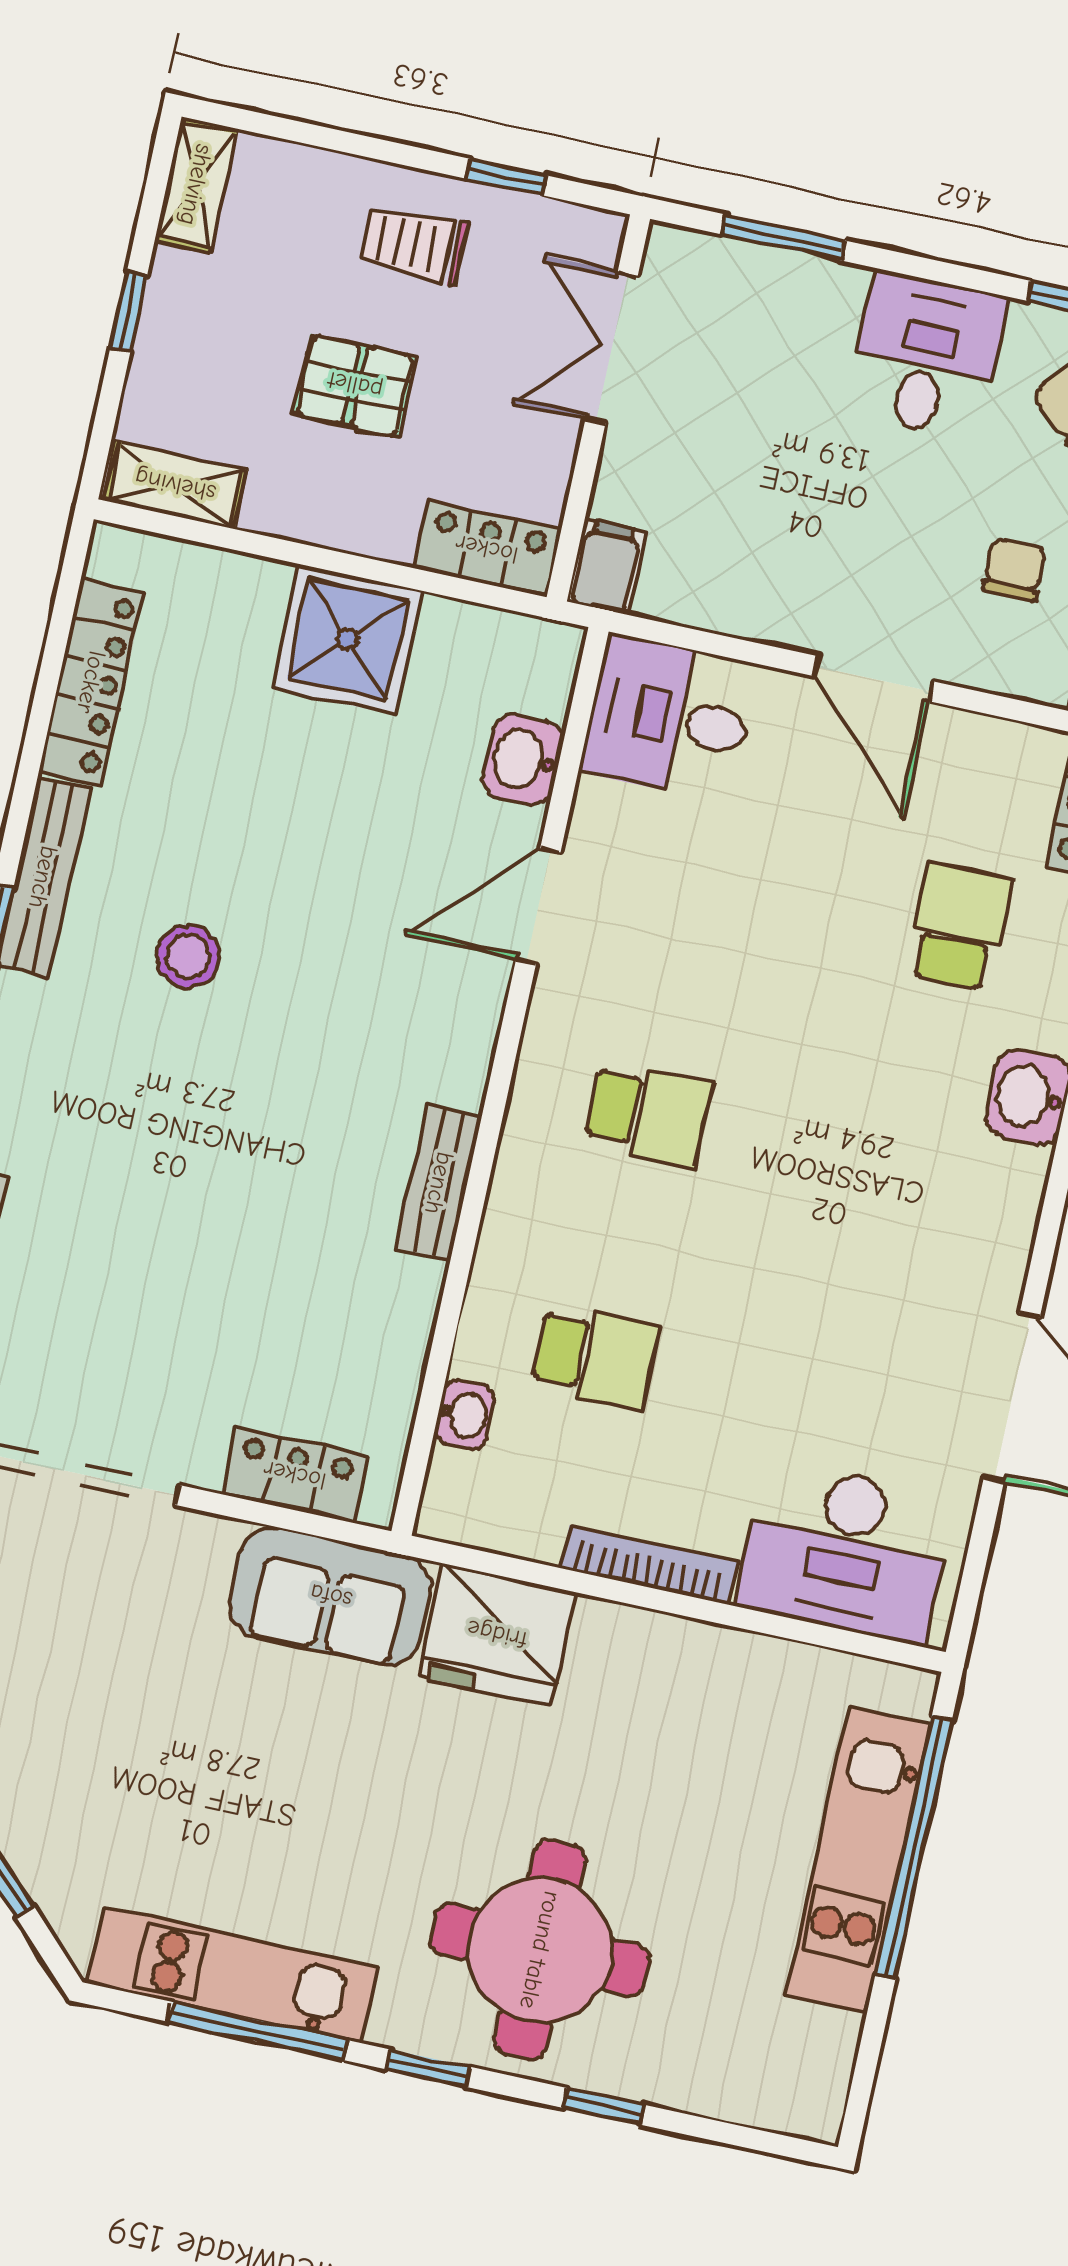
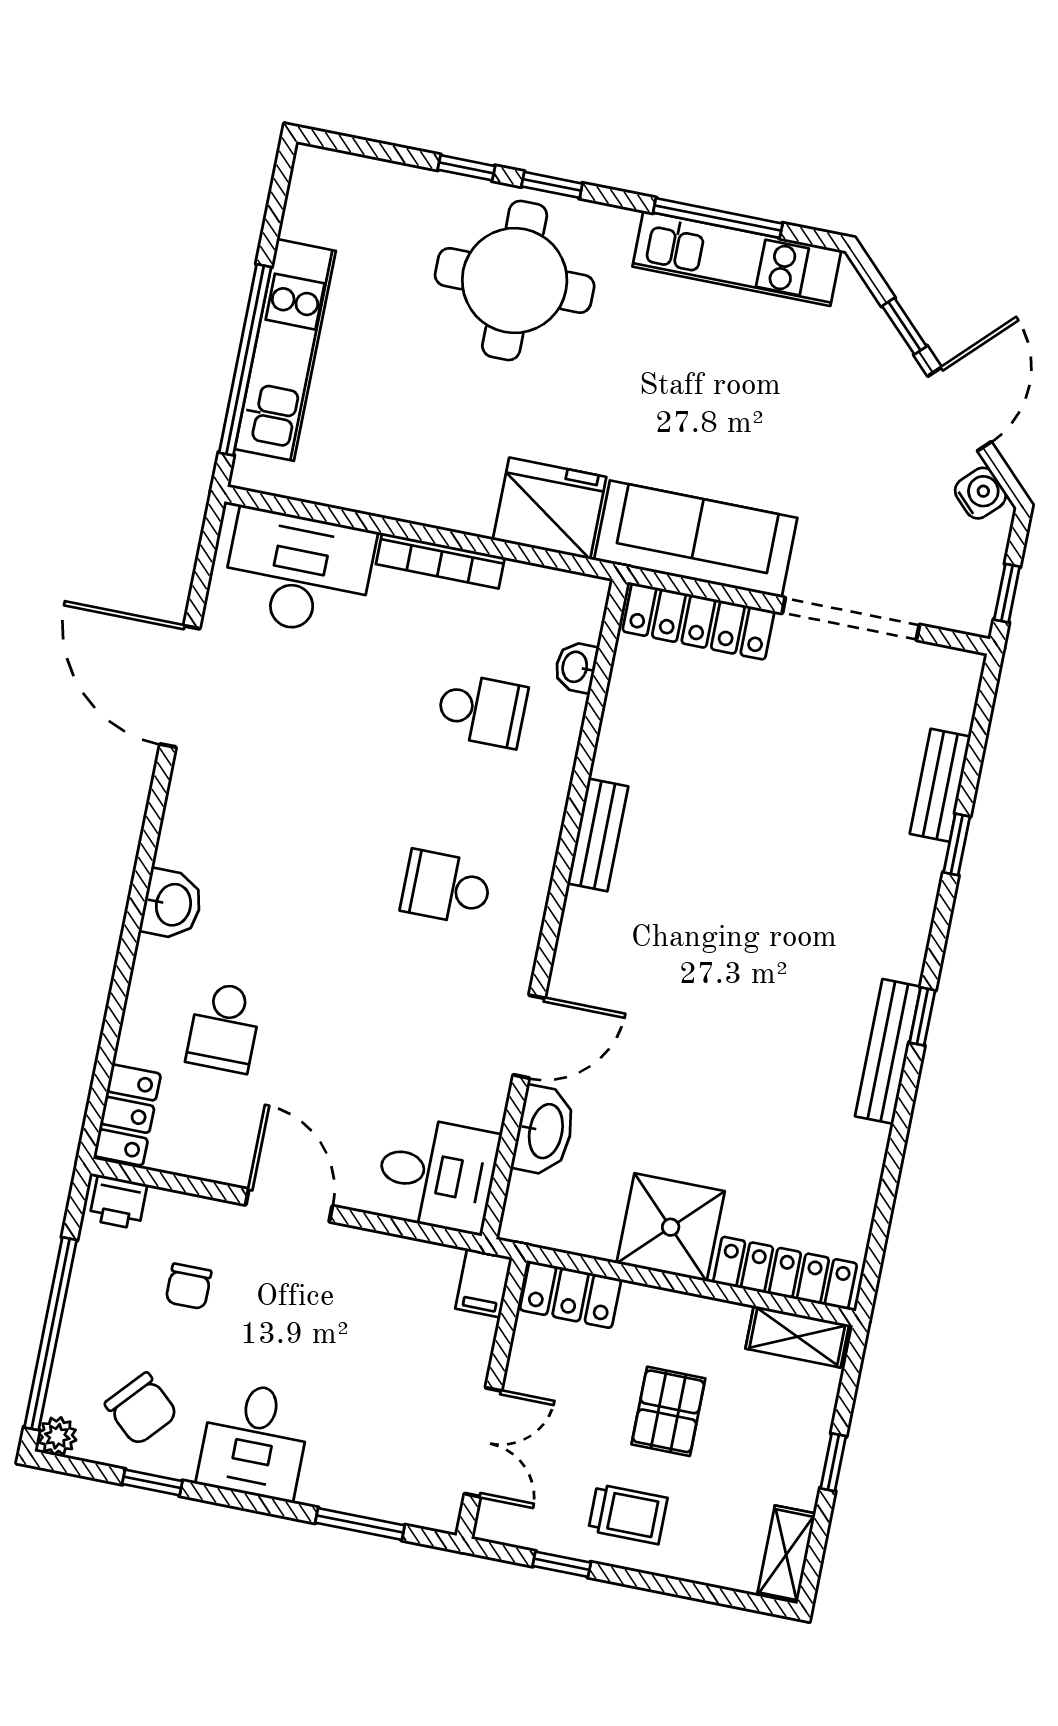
pallet: (355, 385) -> (668, 1411), turned 90
locker: (91, 682) -> (785, 1273), moved, turned 90
washbasin: (523, 759) -> (544, 1131), width x1.38
stool: (188, 956) -> (782, 996), removed
school desk: (596, 1357) -> (482, 710), turned 180
locker: (295, 1475) -> (698, 621), width x1.53
sofa: (331, 1596) -> (696, 539), width x1.36
window: (428, 2068) -> (552, 185), moved

